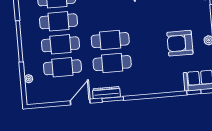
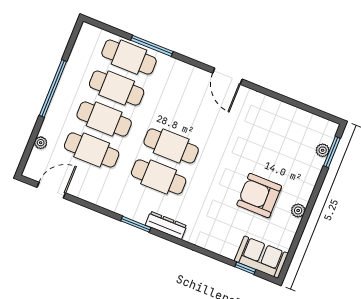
dresser: (106, 93) -> (166, 225), moved
door: (80, 102) -> (51, 190), moved

